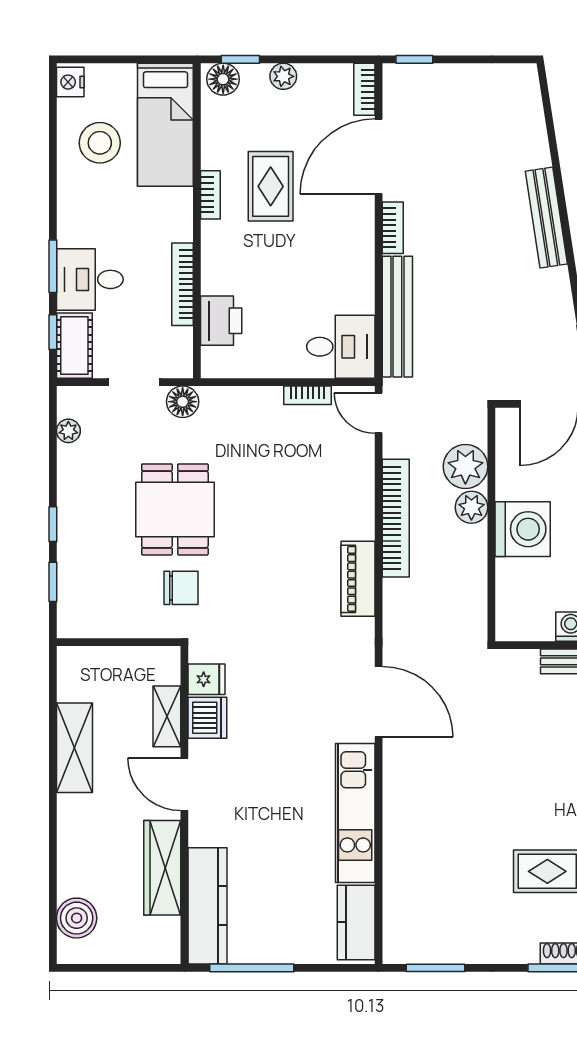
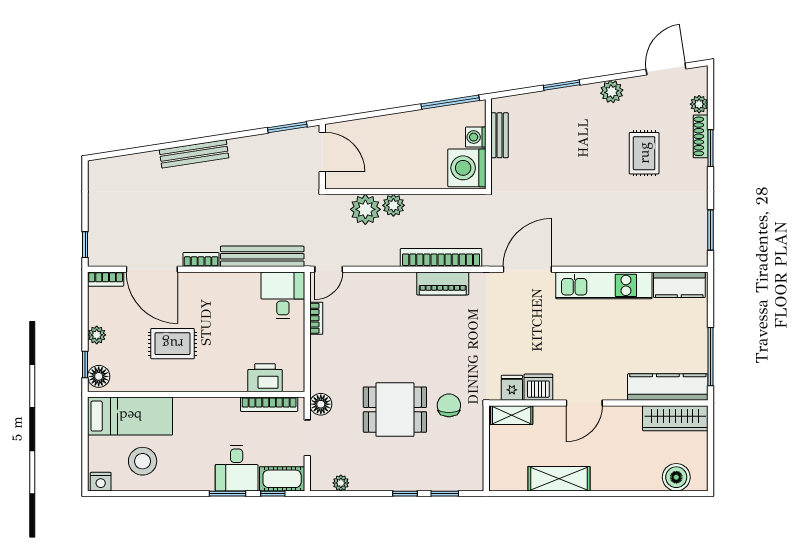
bookcase: (210, 195) -> (178, 385), removed
bookcase: (183, 284) -> (269, 404), moved
bookcase: (396, 518) -> (441, 257), moved
washing machine: (523, 529) -> (467, 168), moved, turned -90
shelving: (167, 716) -> (512, 415), moved
wardrobe: (162, 868) -> (675, 418), moved

